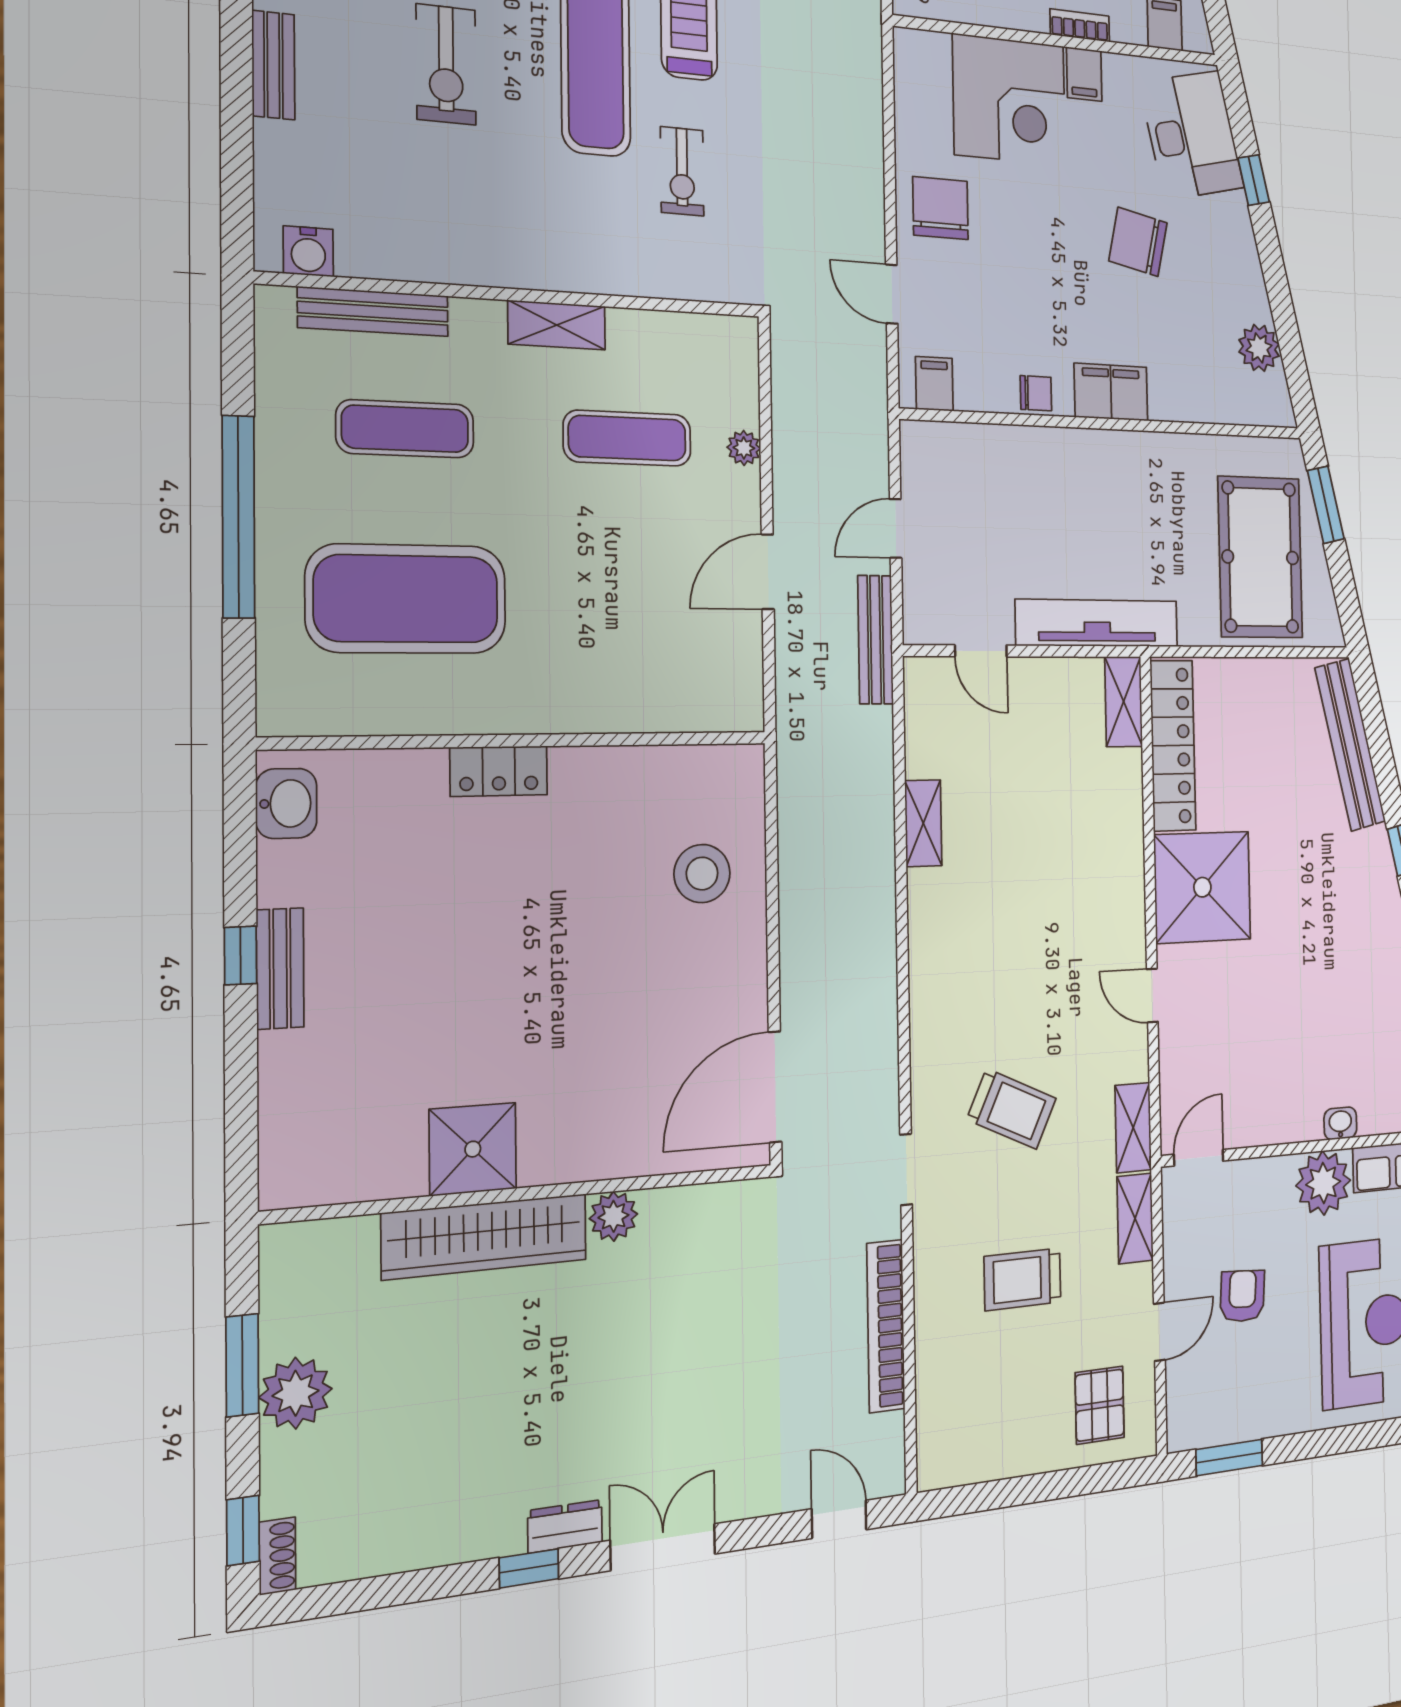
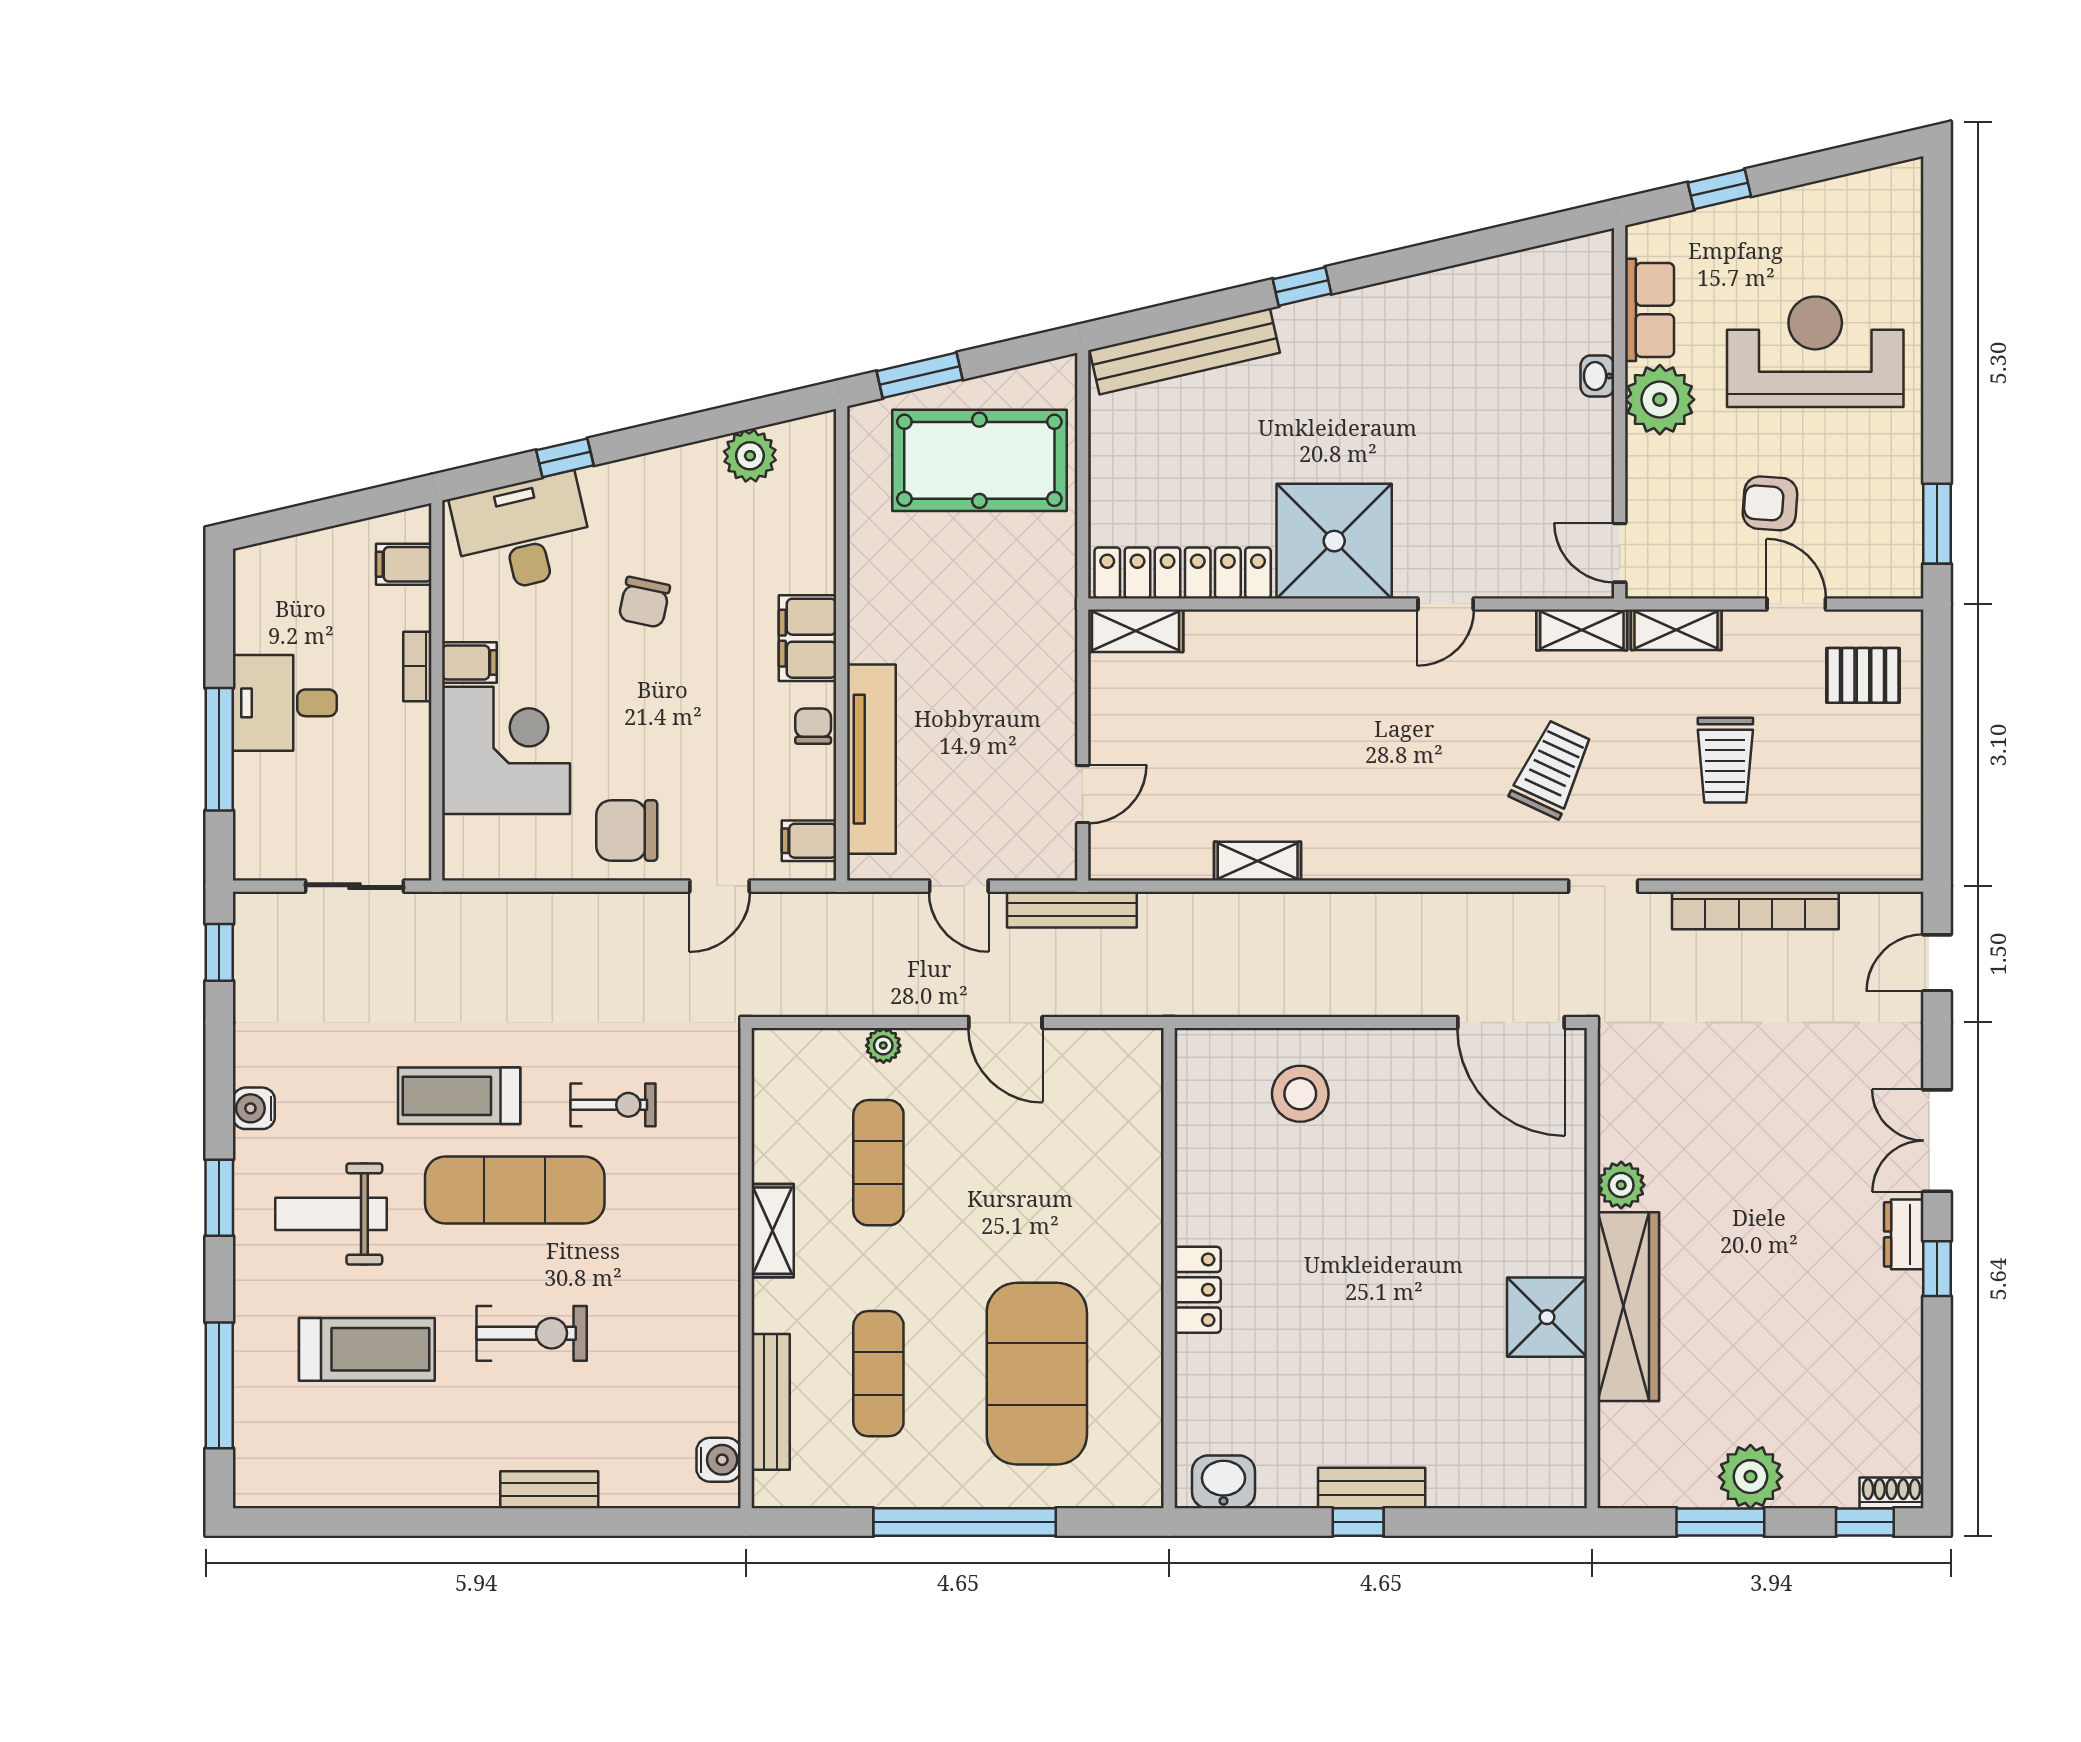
chair: (1138, 242) -> (644, 602), width x0.73, depth x0.73
tv unit: (1097, 623) -> (871, 759), moved, turned 180

